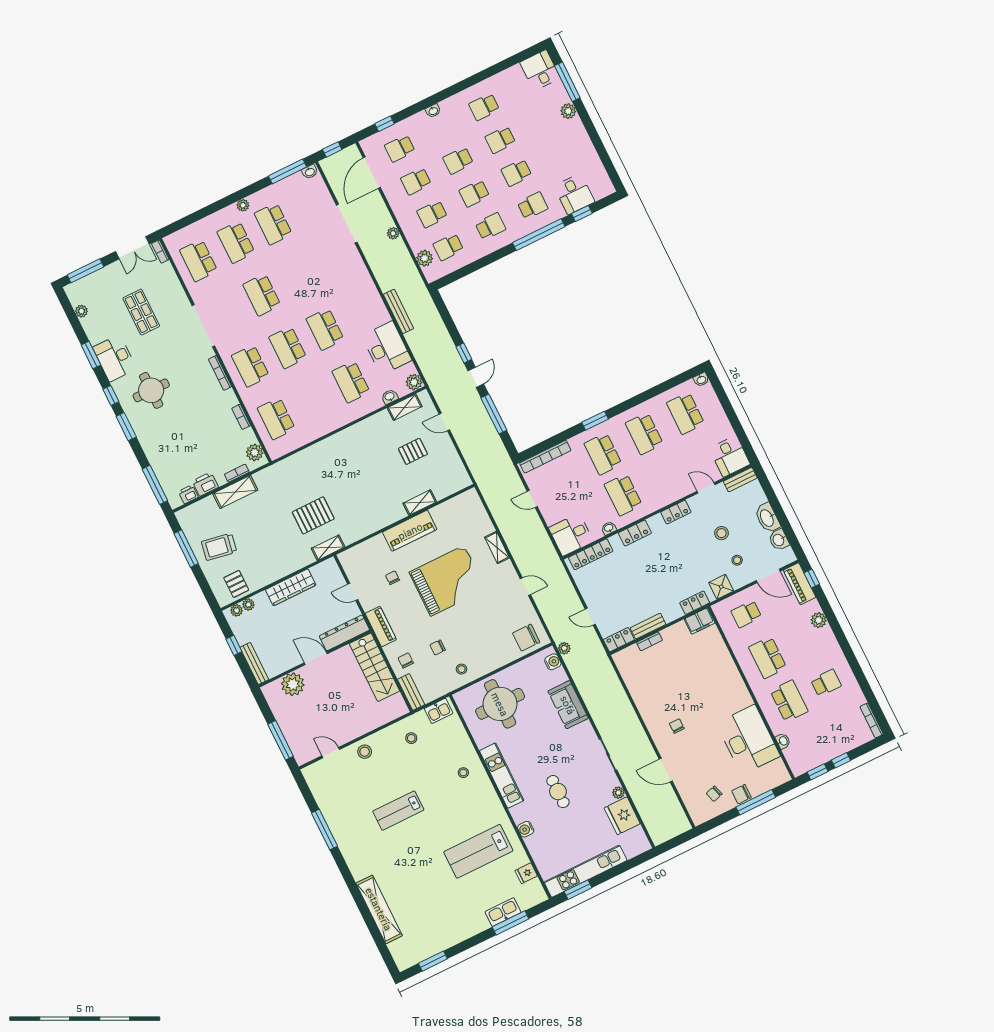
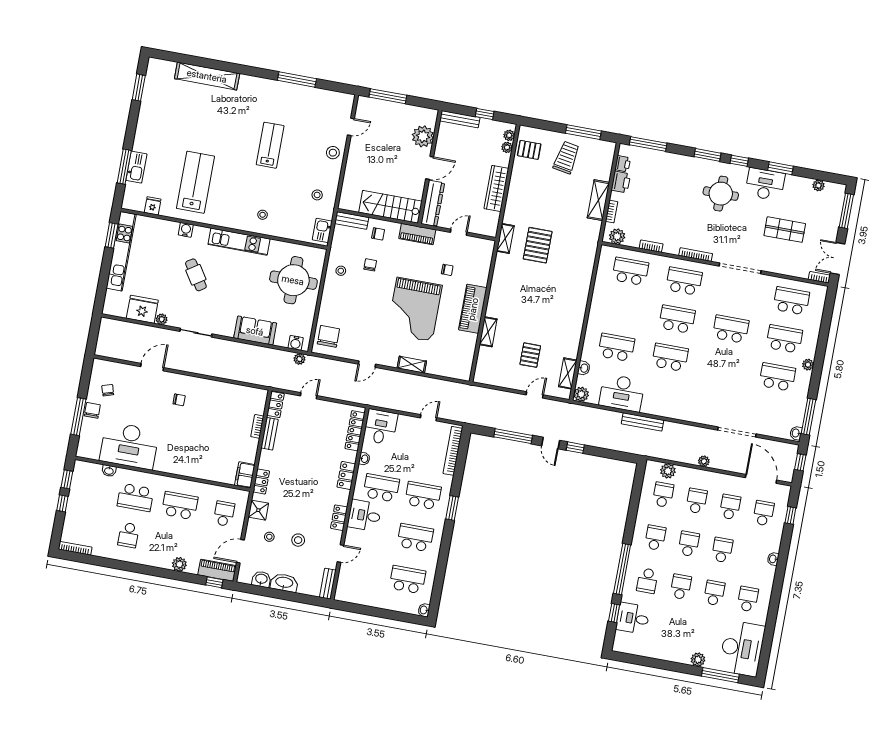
desk: (540, 70) -> (742, 648), width x1.87, depth x1.30
school desk: (490, 226) -> (655, 538), turned 180
desk: (730, 456) -> (364, 515), moved
cafe table: (558, 792) -> (196, 275), turned 57

